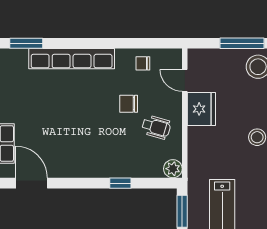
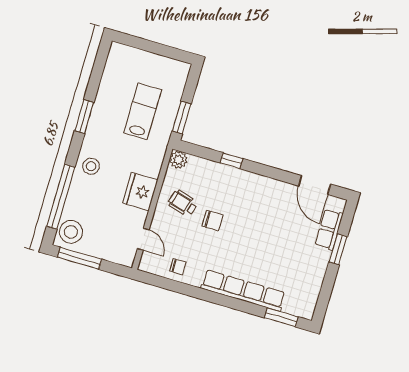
chair: (129, 104) -> (212, 221), moved
fridge: (201, 109) -> (140, 192), moved

